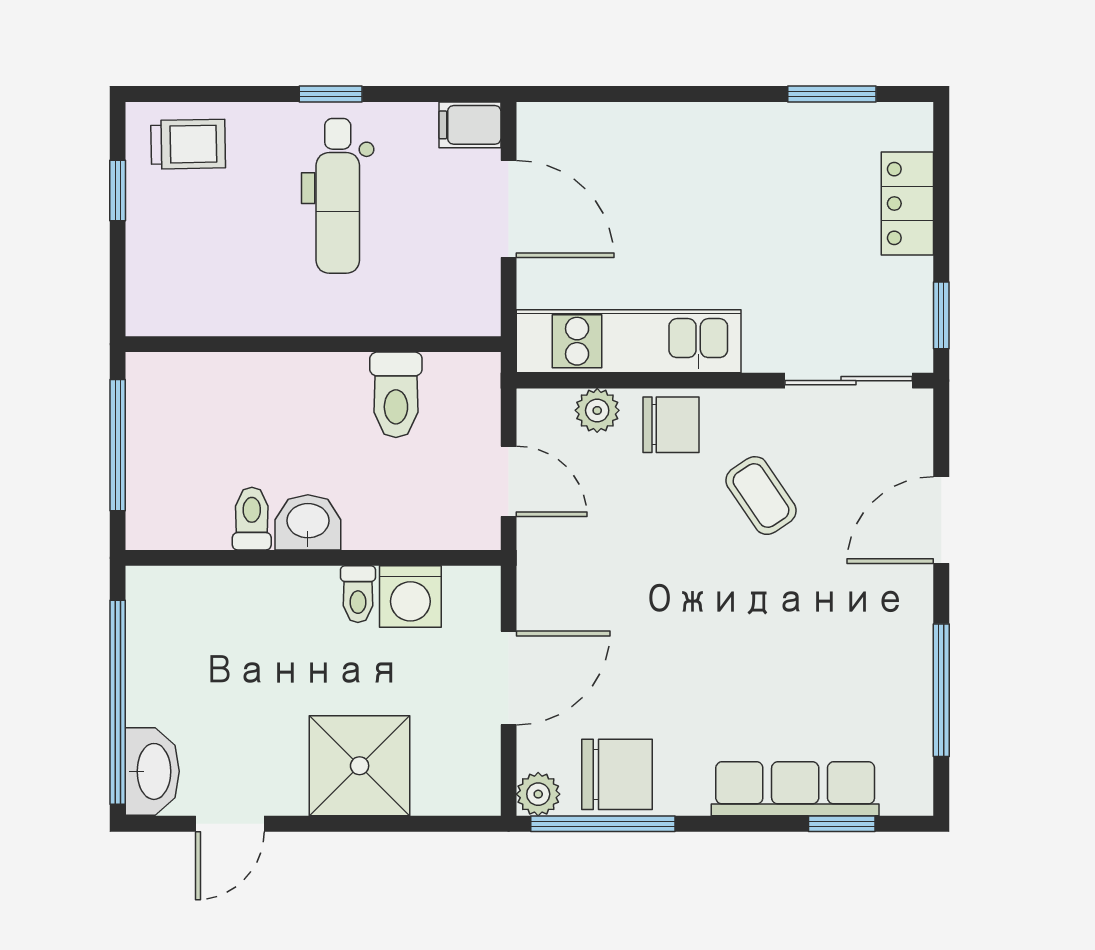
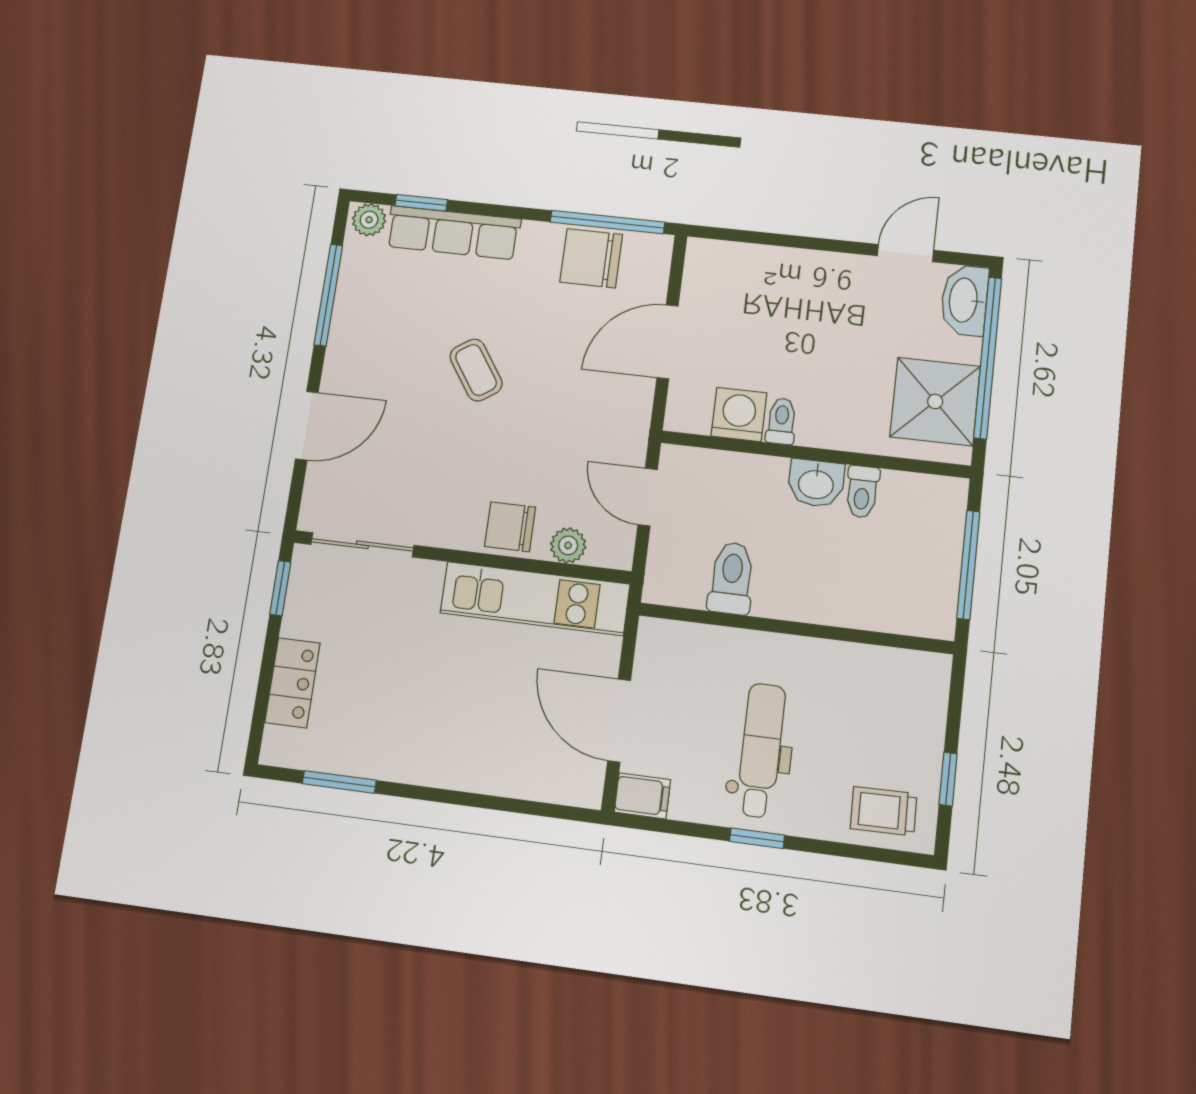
coffee table: (761, 496) -> (476, 370), moved
shower: (360, 766) -> (935, 401), moved
plant: (538, 794) -> (369, 220), moved

